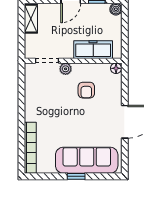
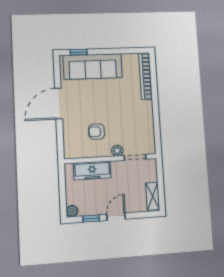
floor lamp: (116, 68) -> (69, 154), removed
armchair: (86, 90) -> (97, 132), turned -90
window: (76, 176) -> (78, 52), moved

